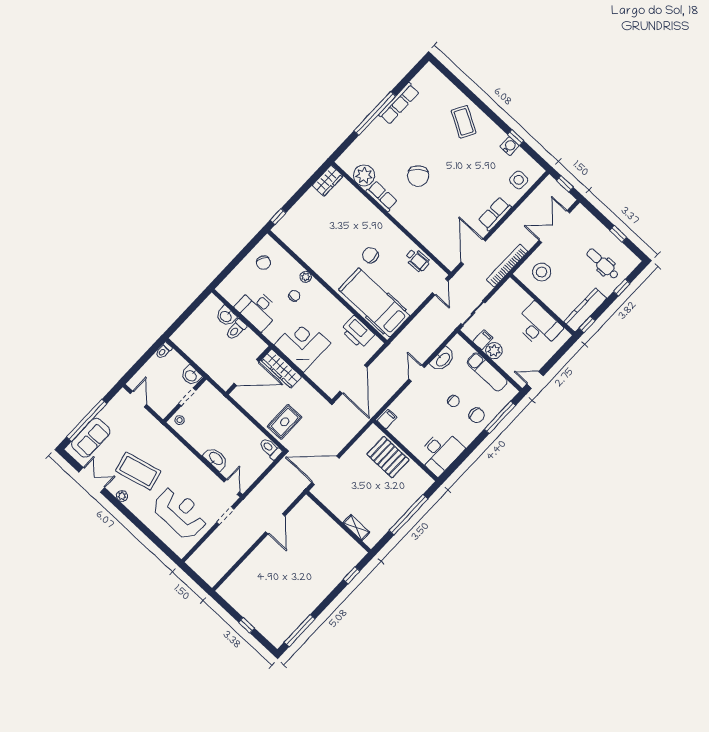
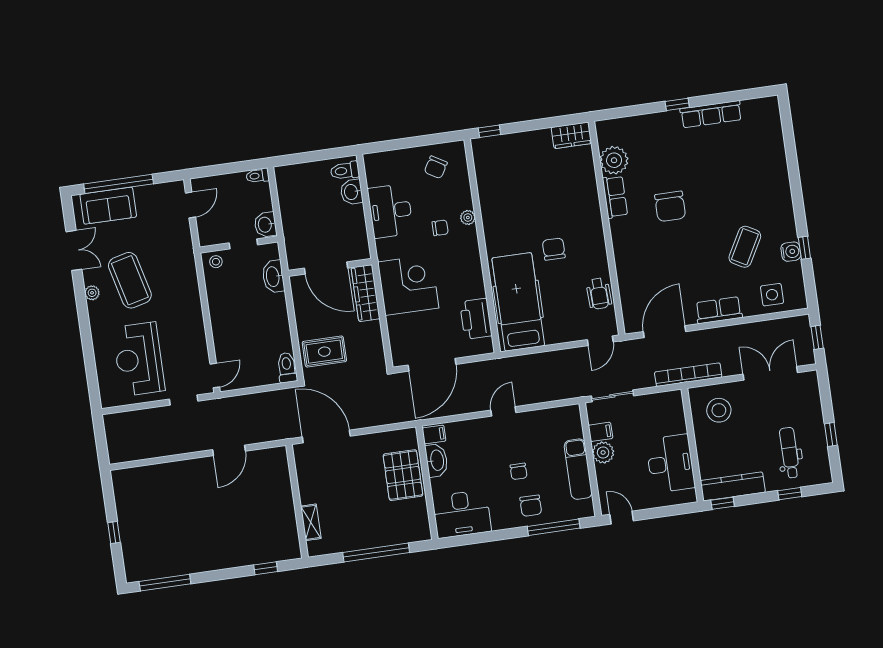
window: (375, 113) -> (677, 104), width x0.32
coffee table: (464, 122) -> (745, 247), moved
chair: (418, 176) -> (670, 206), turned -50
toilet: (236, 329) -> (345, 171), moved
washbasin: (443, 359) -> (437, 460), moved, turned -90
washbasin: (216, 459) -> (273, 277), moved, turned 180
reception desk: (180, 513) -> (139, 359), turned 180

